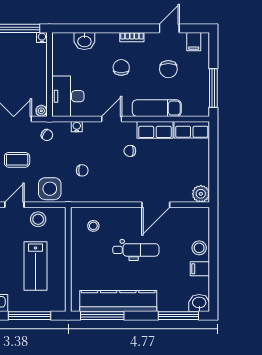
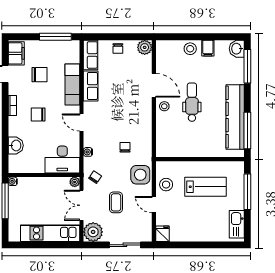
filing cabinet: (194, 42) -> (16, 53), width x2.00
chair: (130, 151) -> (118, 48), moved
stool: (93, 226) -> (164, 106), moved

